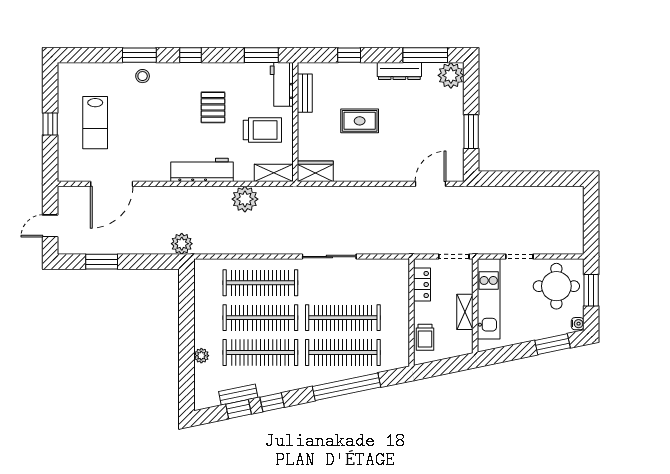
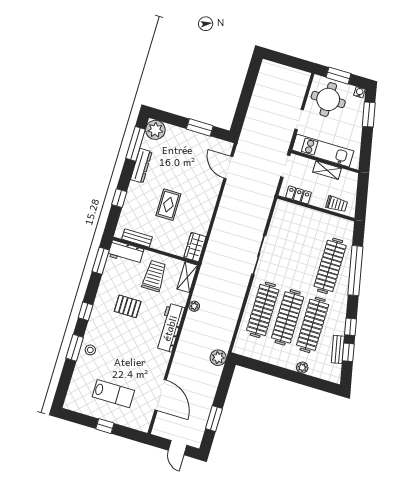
plant: (245, 199) -> (194, 306), width x0.53, depth x0.53
clothes rail: (343, 318) -> (305, 258), removed

